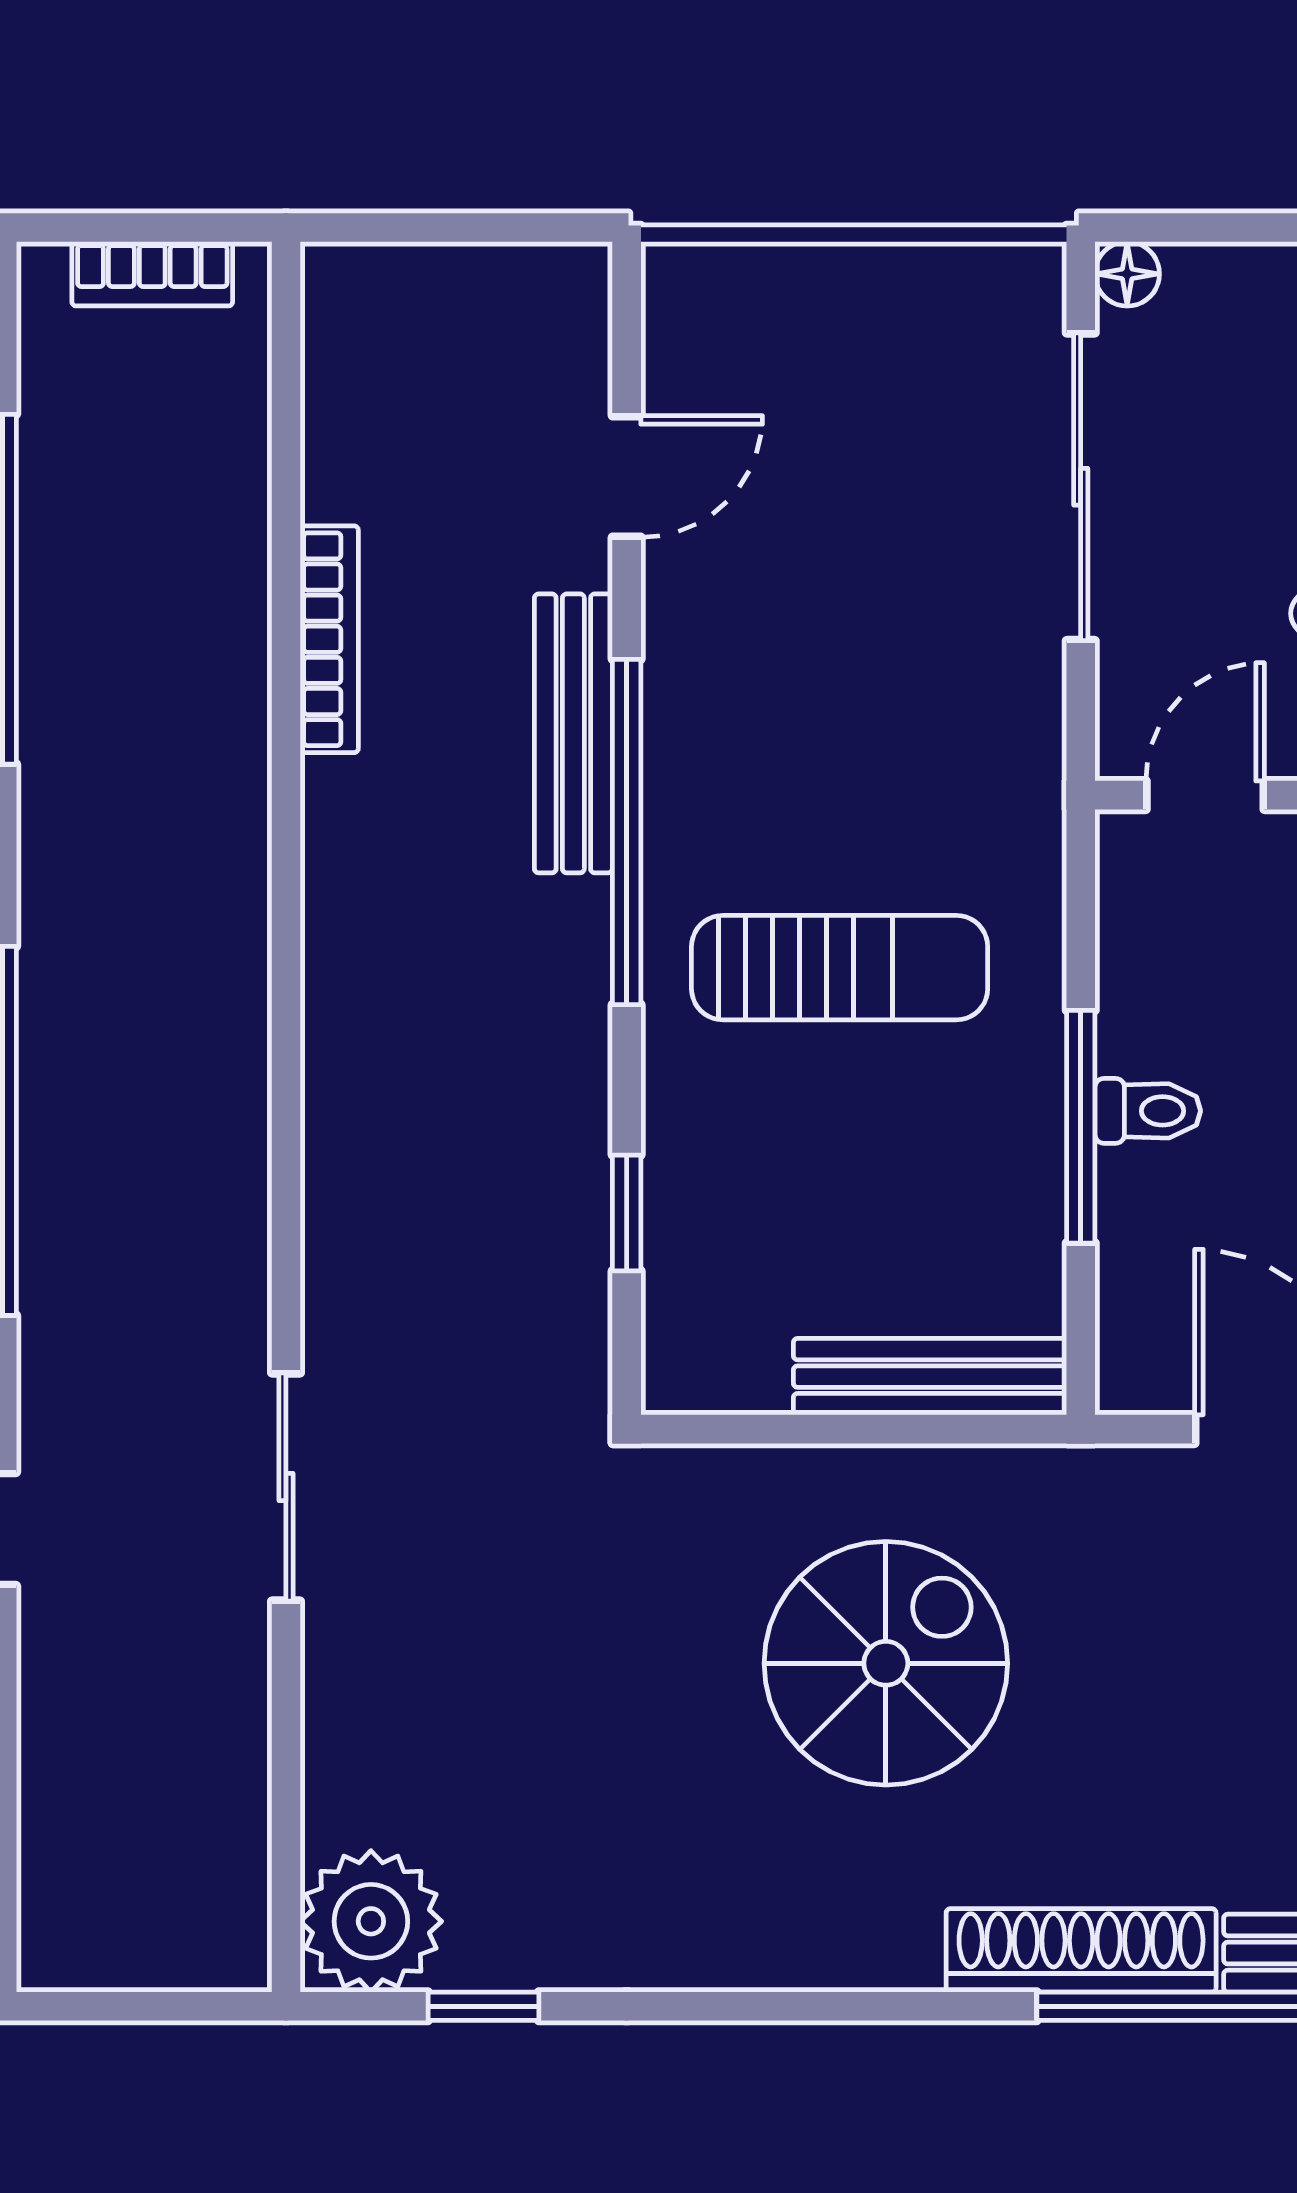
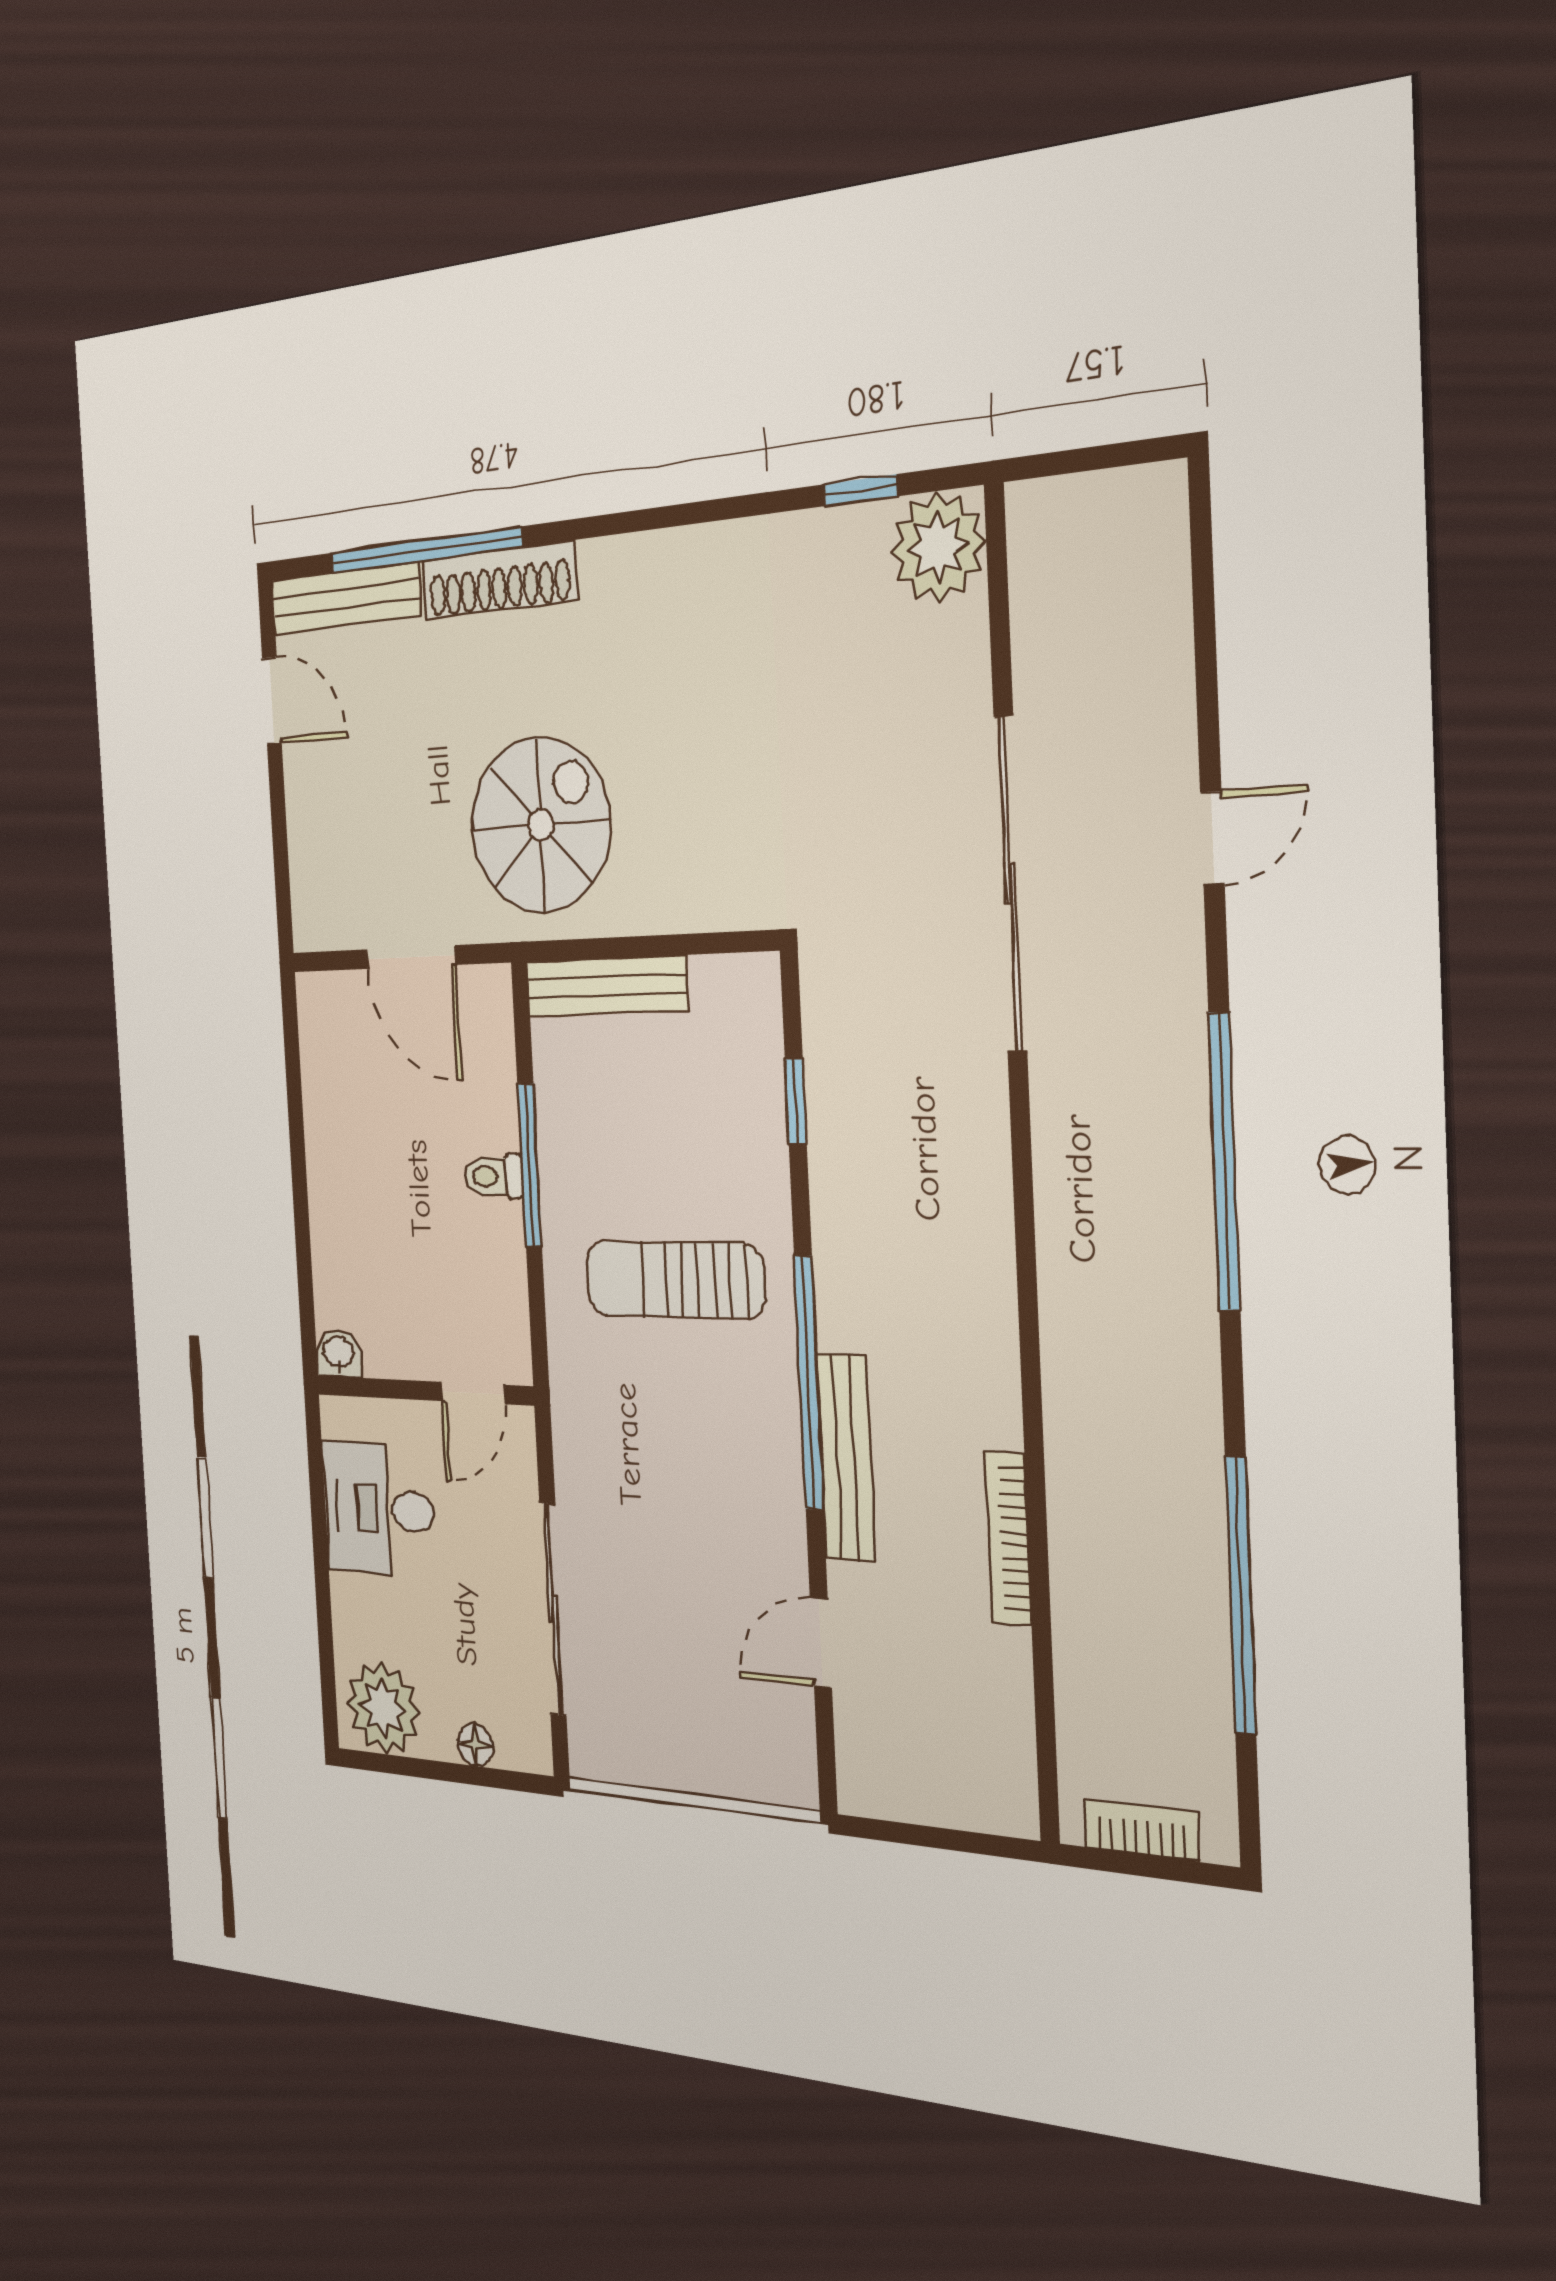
floor lamp: (1127, 274) -> (475, 1745), moved
sliding door: (286, 1487) -> (1010, 884), width x1.86
spiral stairs: (886, 1663) -> (541, 825), moved, turned 180

